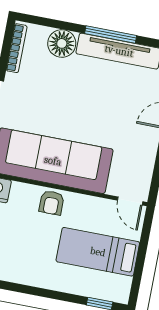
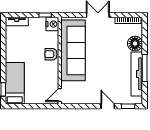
bed: (98, 252) -> (15, 83), moved

